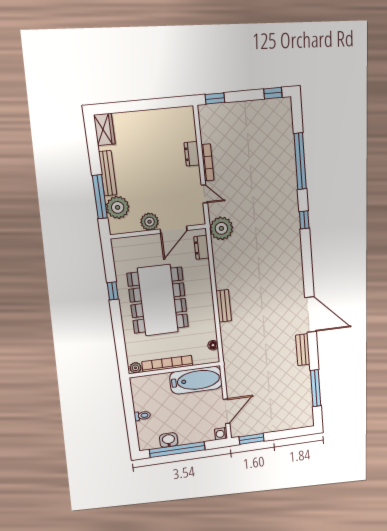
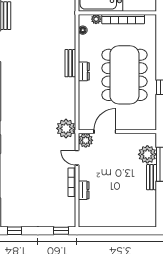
wardrobe: (104, 129) -> (150, 215), removed
bench: (108, 173) -> (152, 177), width x0.73
plant: (149, 222) -> (86, 140), moved
dresser: (201, 247) -> (84, 71), moved
plant: (135, 368) -> (96, 19), moved

